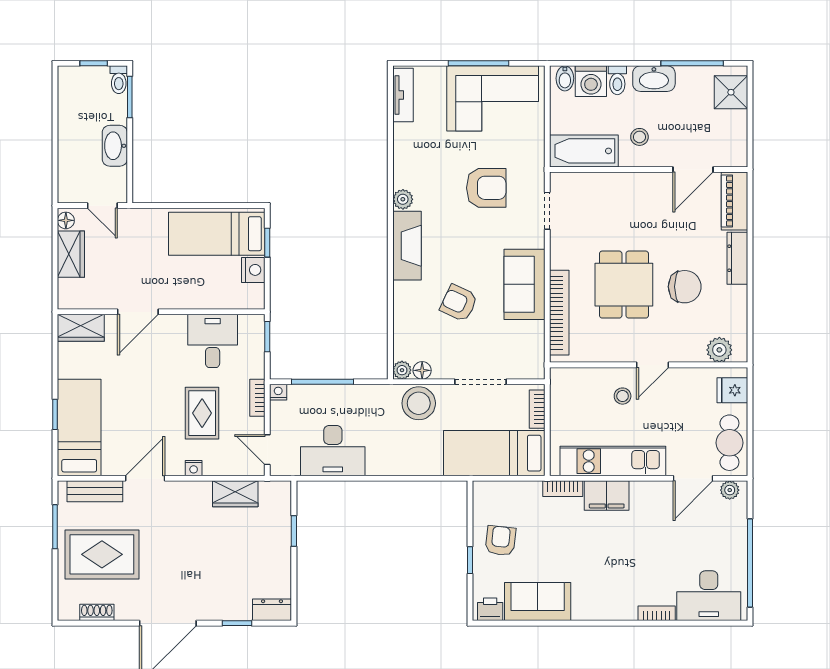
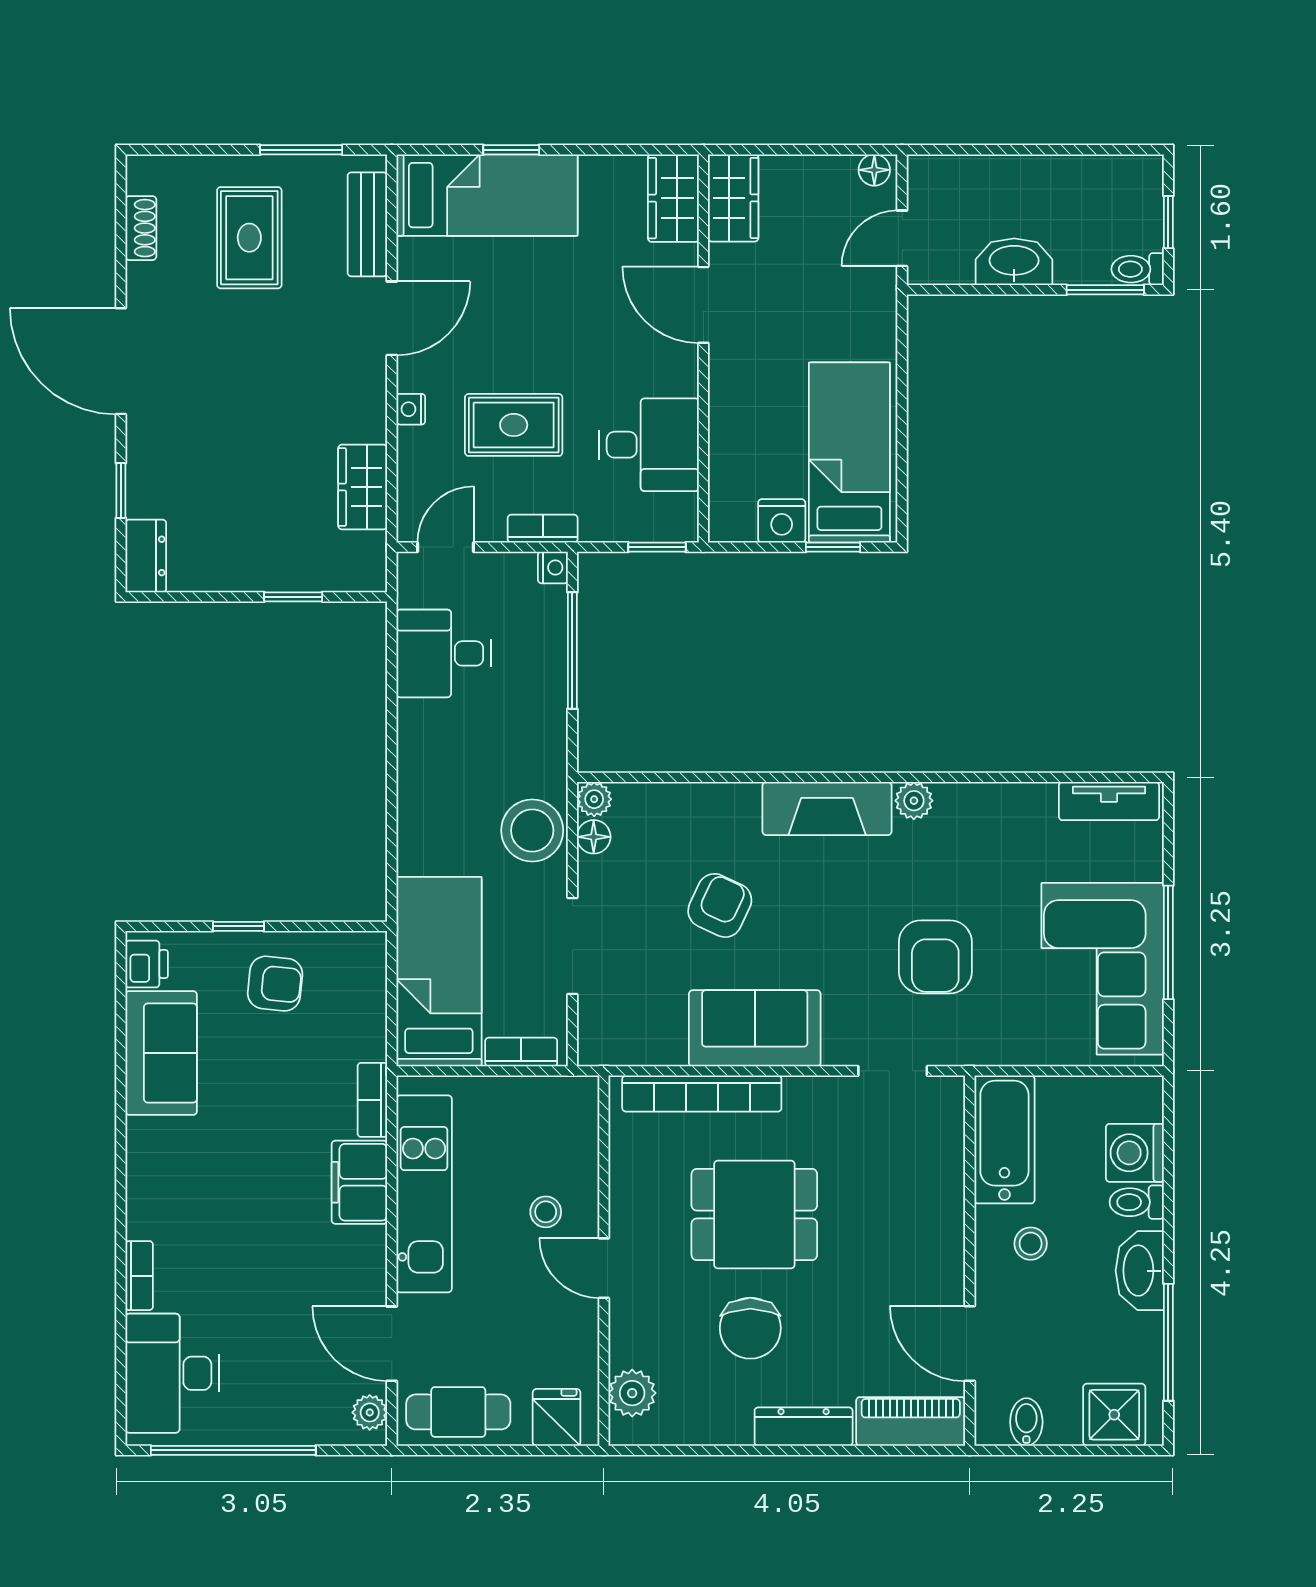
bidet: (565, 78) -> (1026, 1422), moved, turned 90
wardrobe: (71, 254) -> (733, 198), moved, turned -90
desk: (333, 451) -> (444, 653), width x0.73
door: (145, 478) -> (392, 318), hinge flipped
rug: (102, 554) -> (249, 238), width x0.73, depth x0.70

